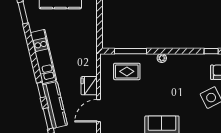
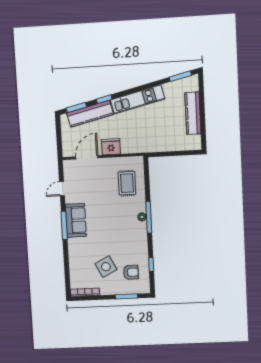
window: (130, 51) -> (149, 217), moved
door: (98, 111) -> (87, 157), hinge flipped

